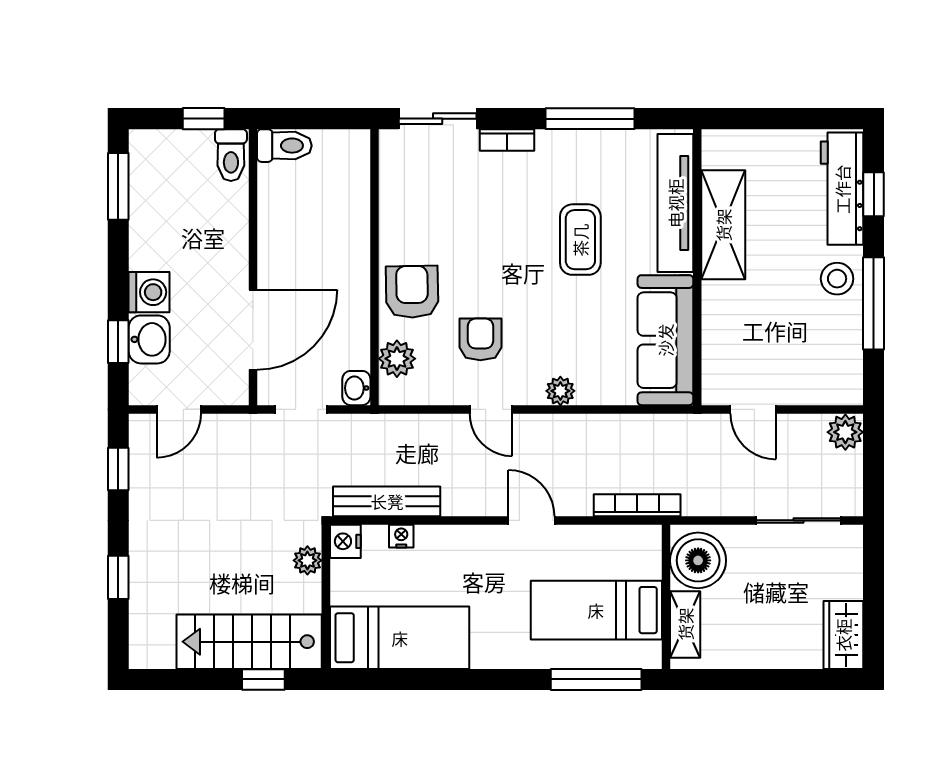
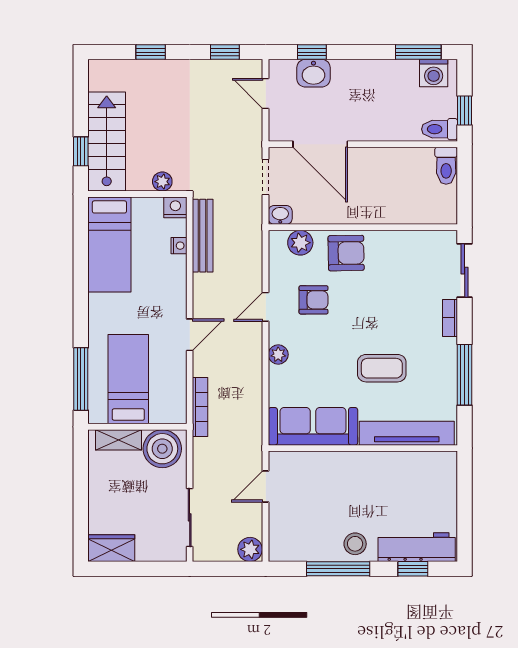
shelving: (723, 225) -> (392, 466), removed
washing machine: (149, 292) -> (434, 73), moved

